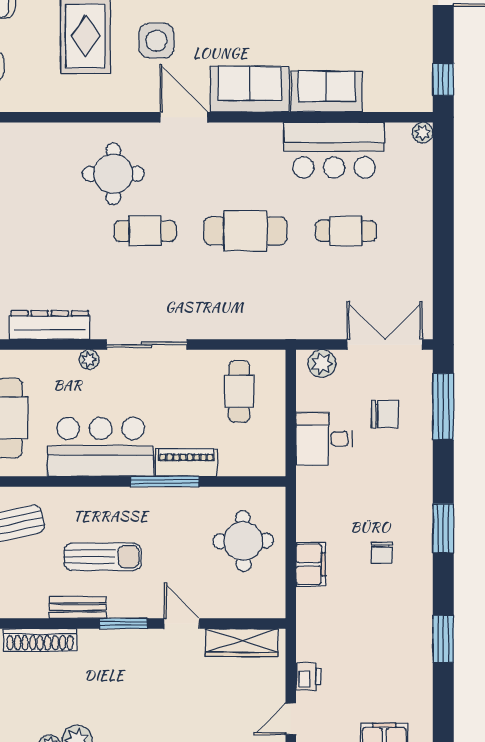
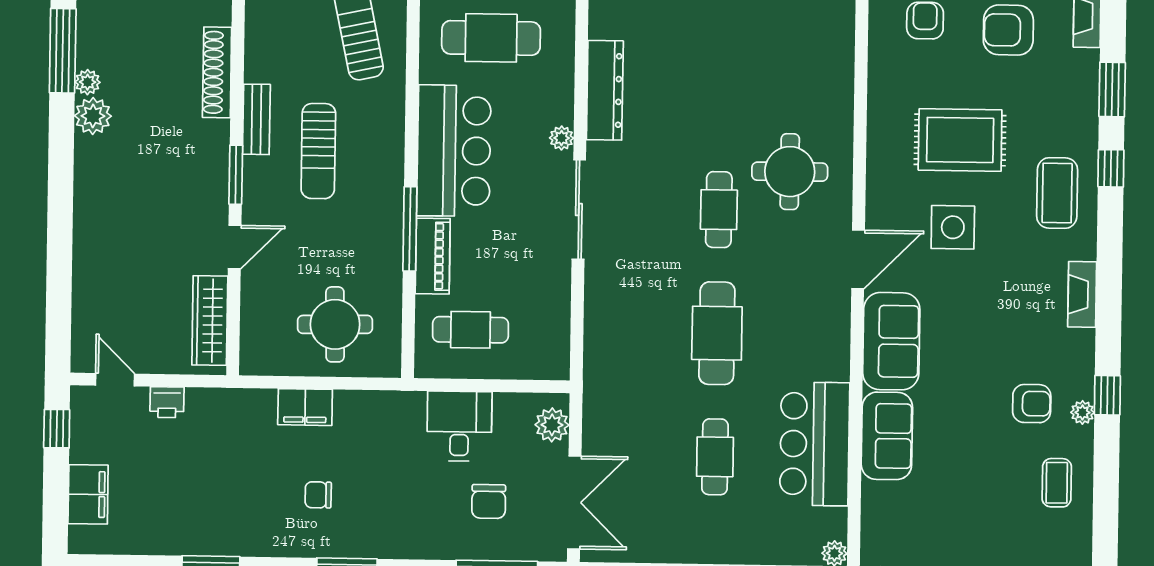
cafe table: (239, 391) -> (470, 330), moved

